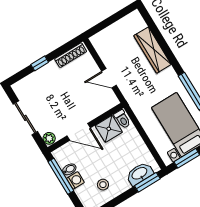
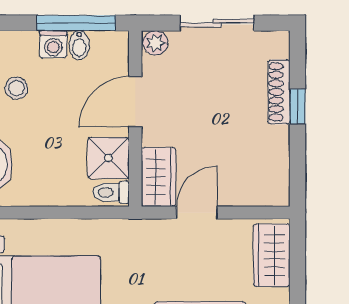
wardrobe: (108, 37) -> (272, 255), added
shoe rack: (71, 55) -> (279, 92), moved
wardrobe: (104, 103) -> (158, 177), added

